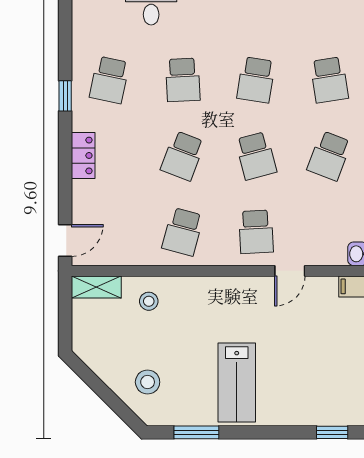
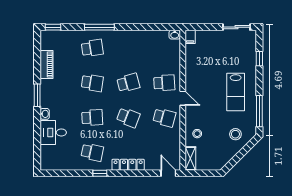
locker: (83, 155) -> (128, 165), width x1.53
school desk: (329, 156) -> (128, 48), removed
door: (290, 271) -> (183, 98), moved
lab bench: (237, 382) -> (236, 92), turned 90
window: (196, 432) -> (259, 111), width x1.44
window: (332, 432) -> (259, 59), moved

